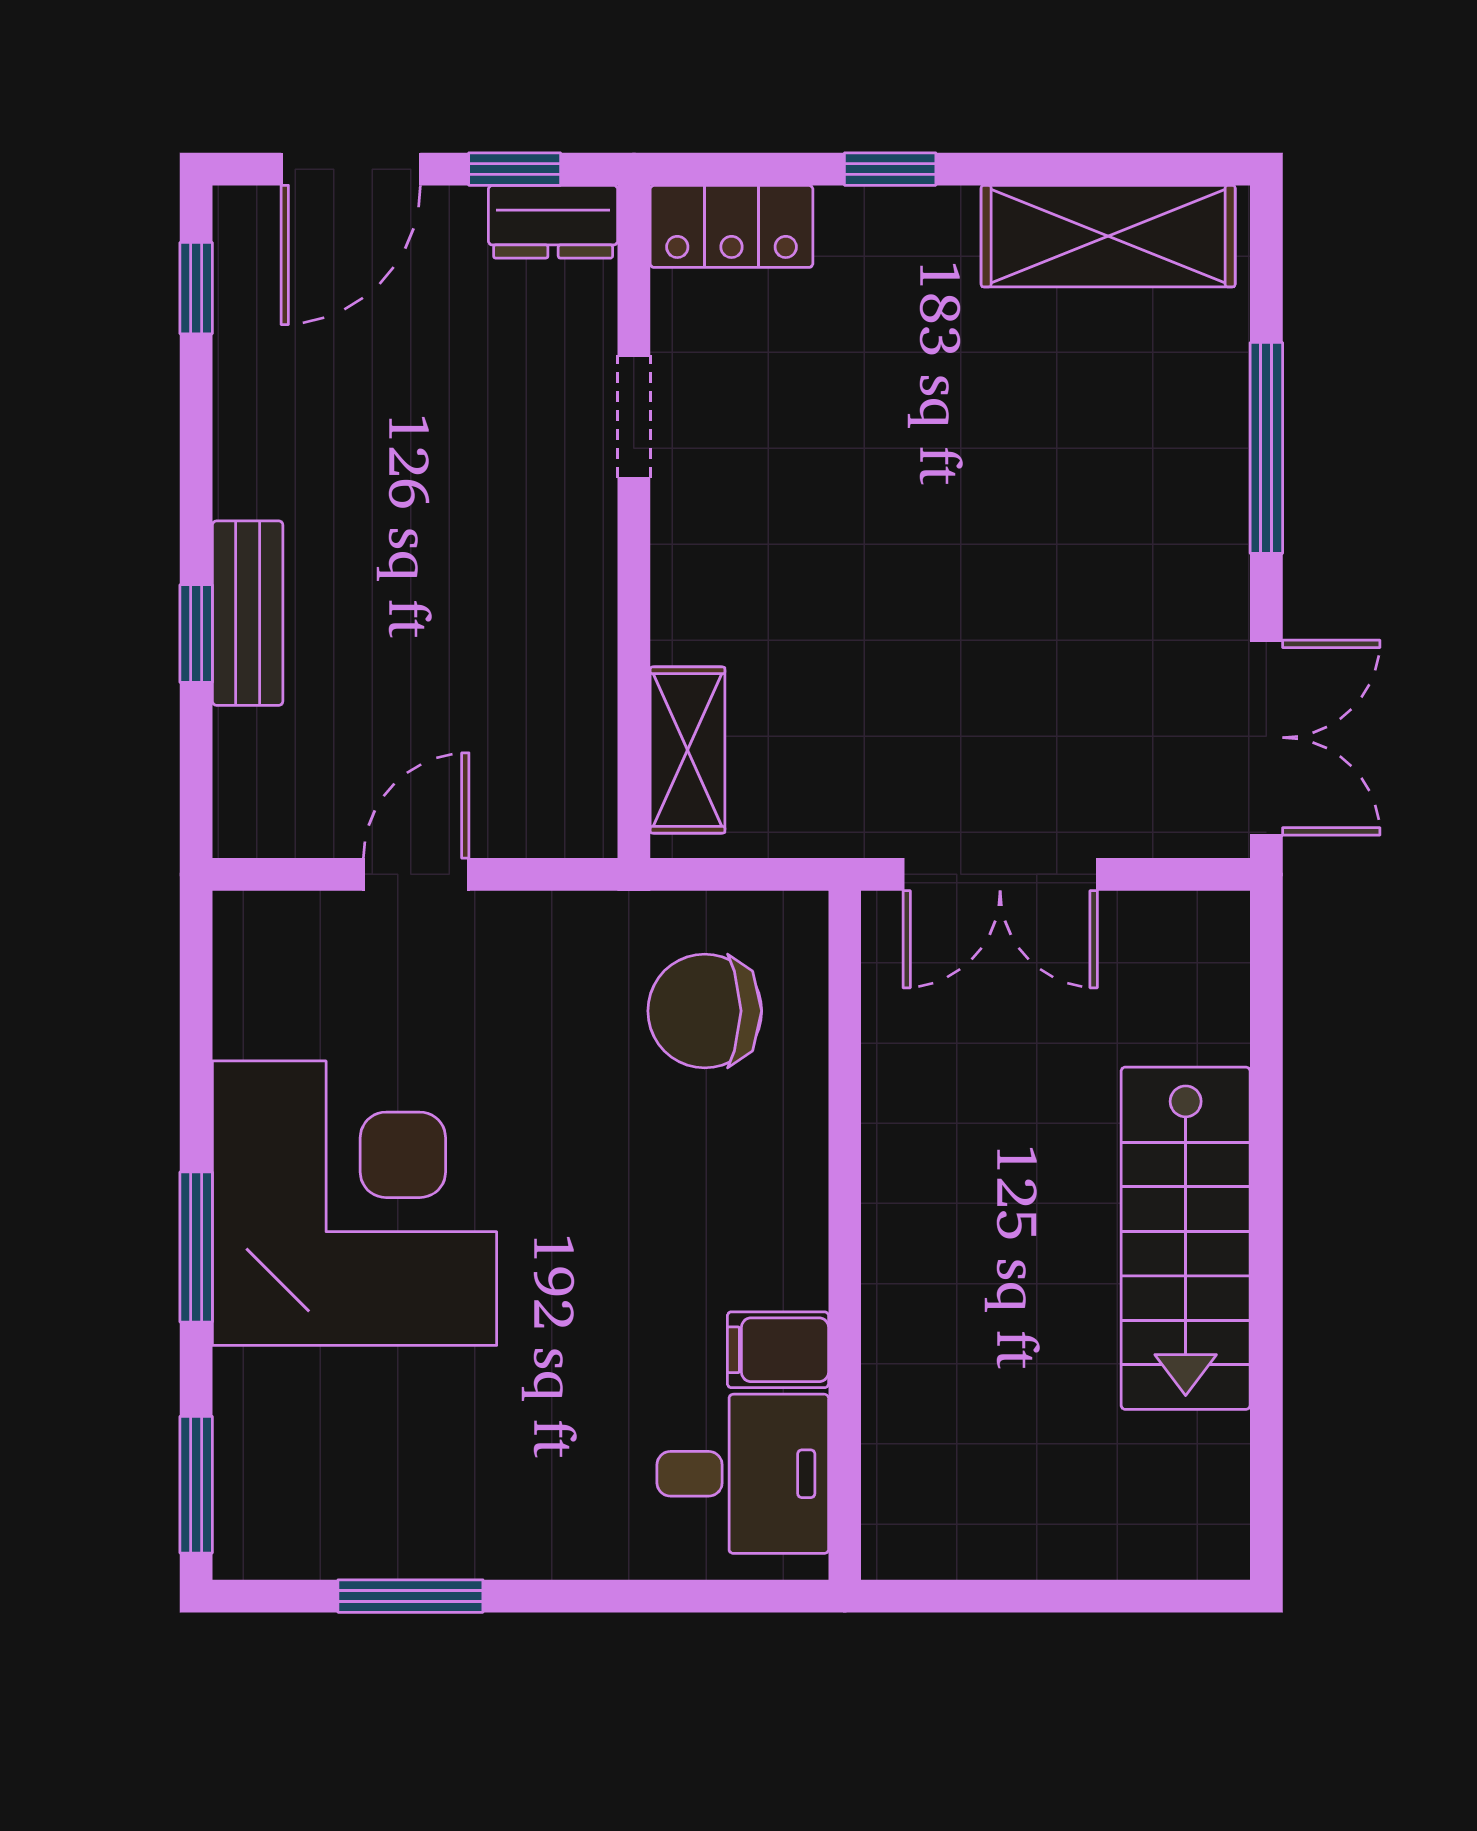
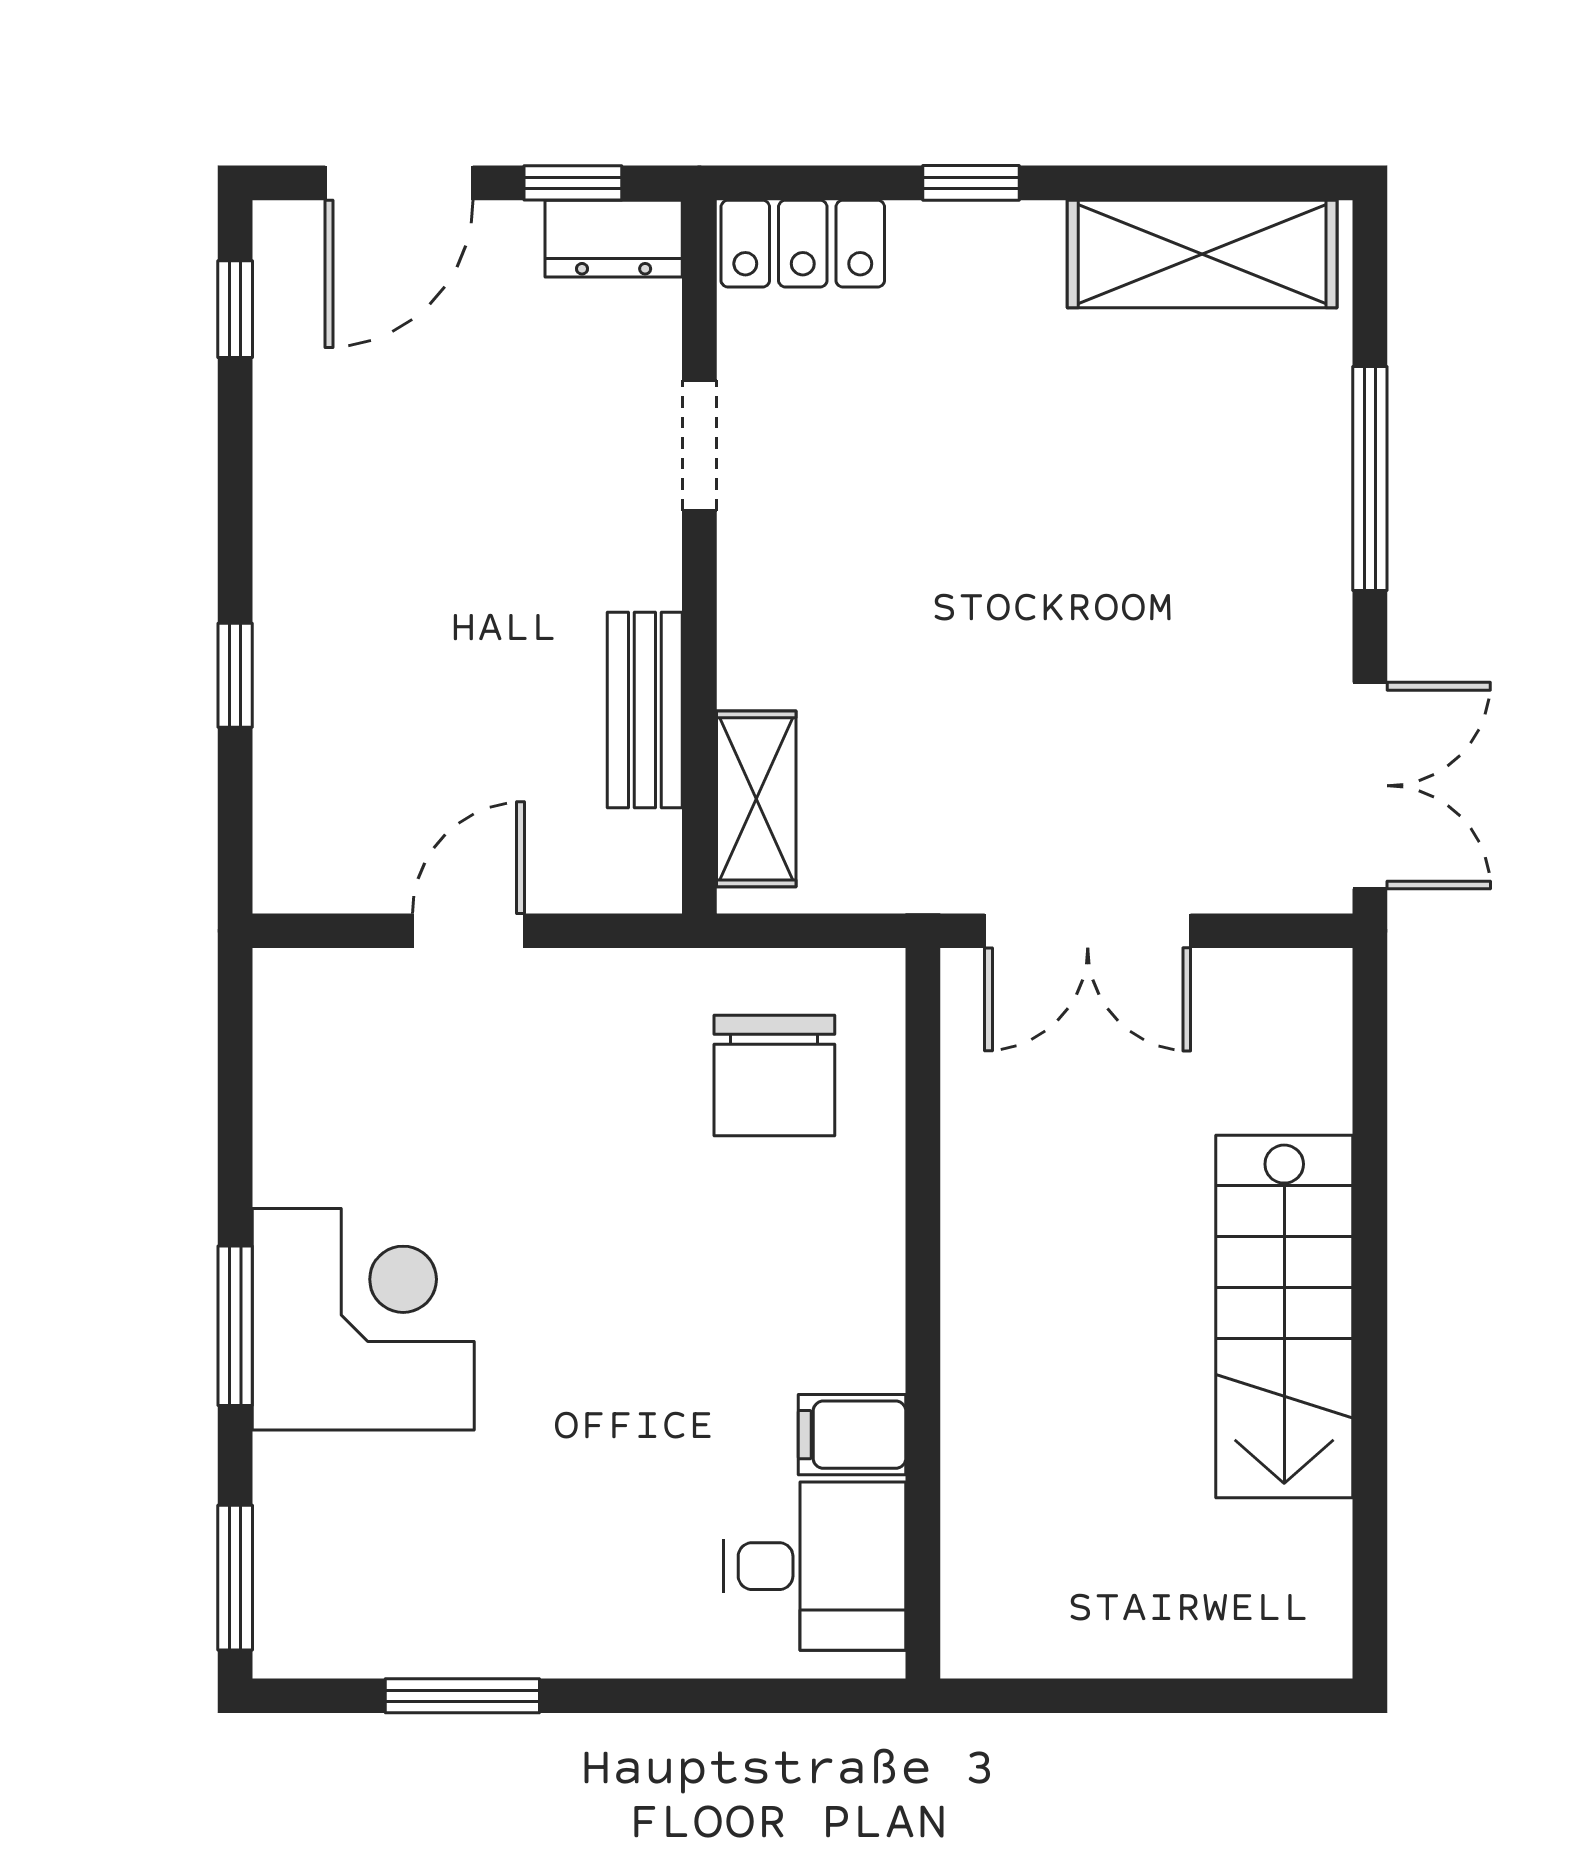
bench: (248, 613) -> (645, 710), moved
chair: (705, 1011) -> (774, 1075), turned -90
corner desk: (355, 1203) -> (363, 1319), width x0.74, depth x0.74

